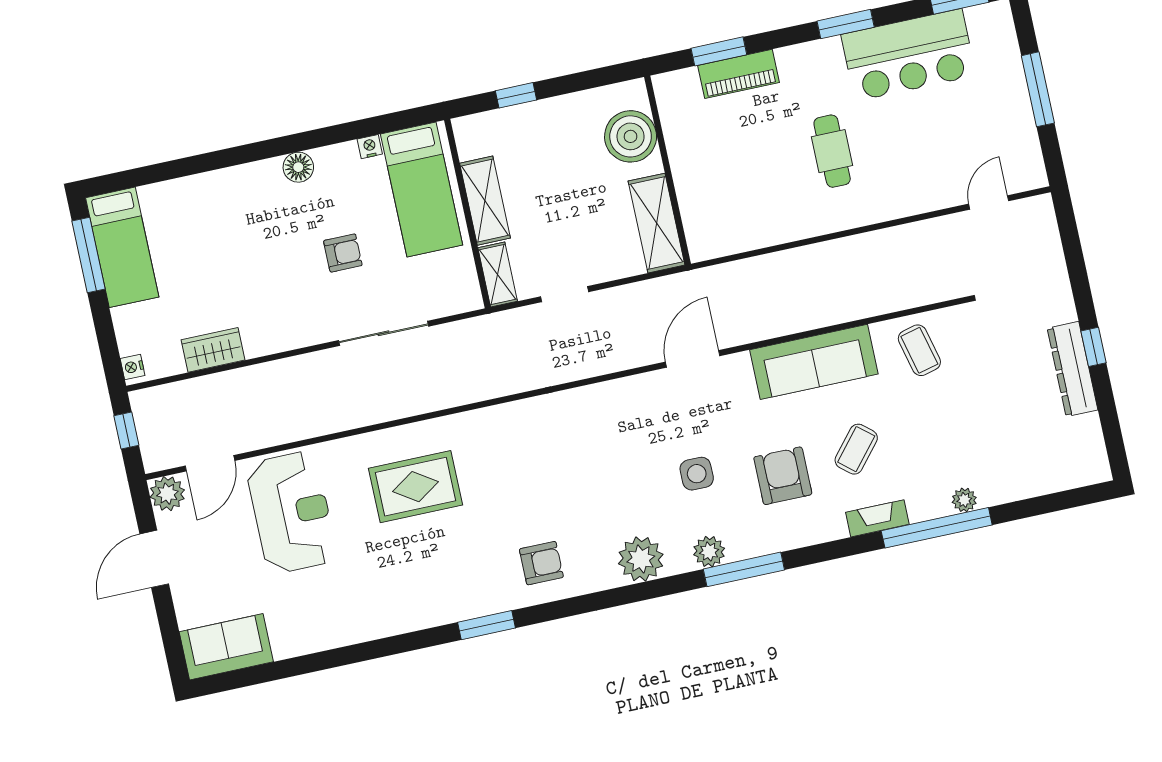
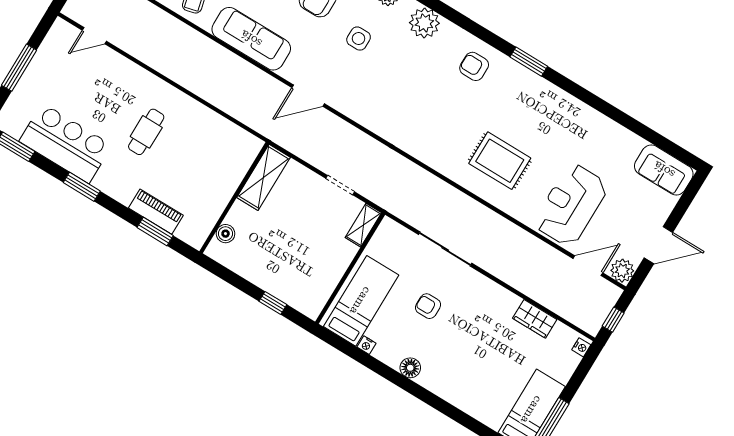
boiler: (631, 136) -> (226, 234), width x0.54, depth x0.54
shelving: (485, 201) -> (336, 266), removed

